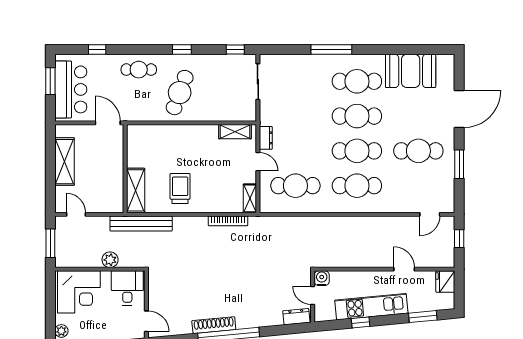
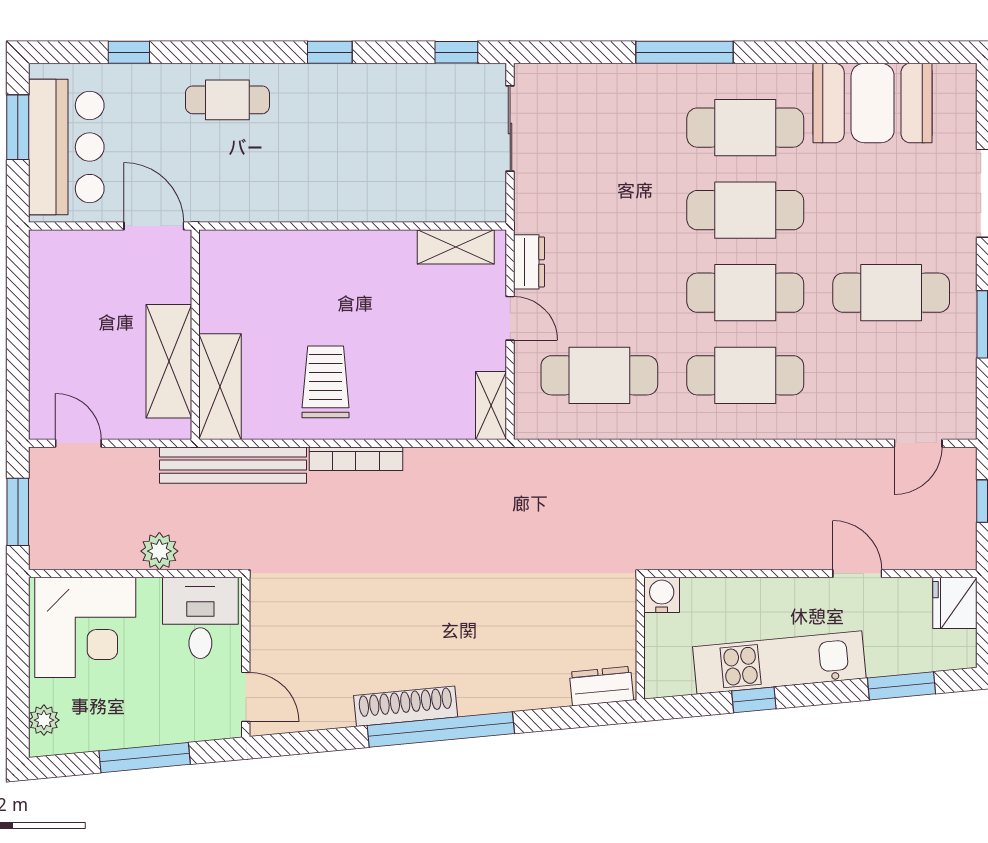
cafe table: (180, 93) -> (324, 154), removed
shelving: (65, 162) -> (169, 361), moved
bookcase: (228, 221) -> (356, 459), moved
door: (313, 295) -> (640, 636), removed

